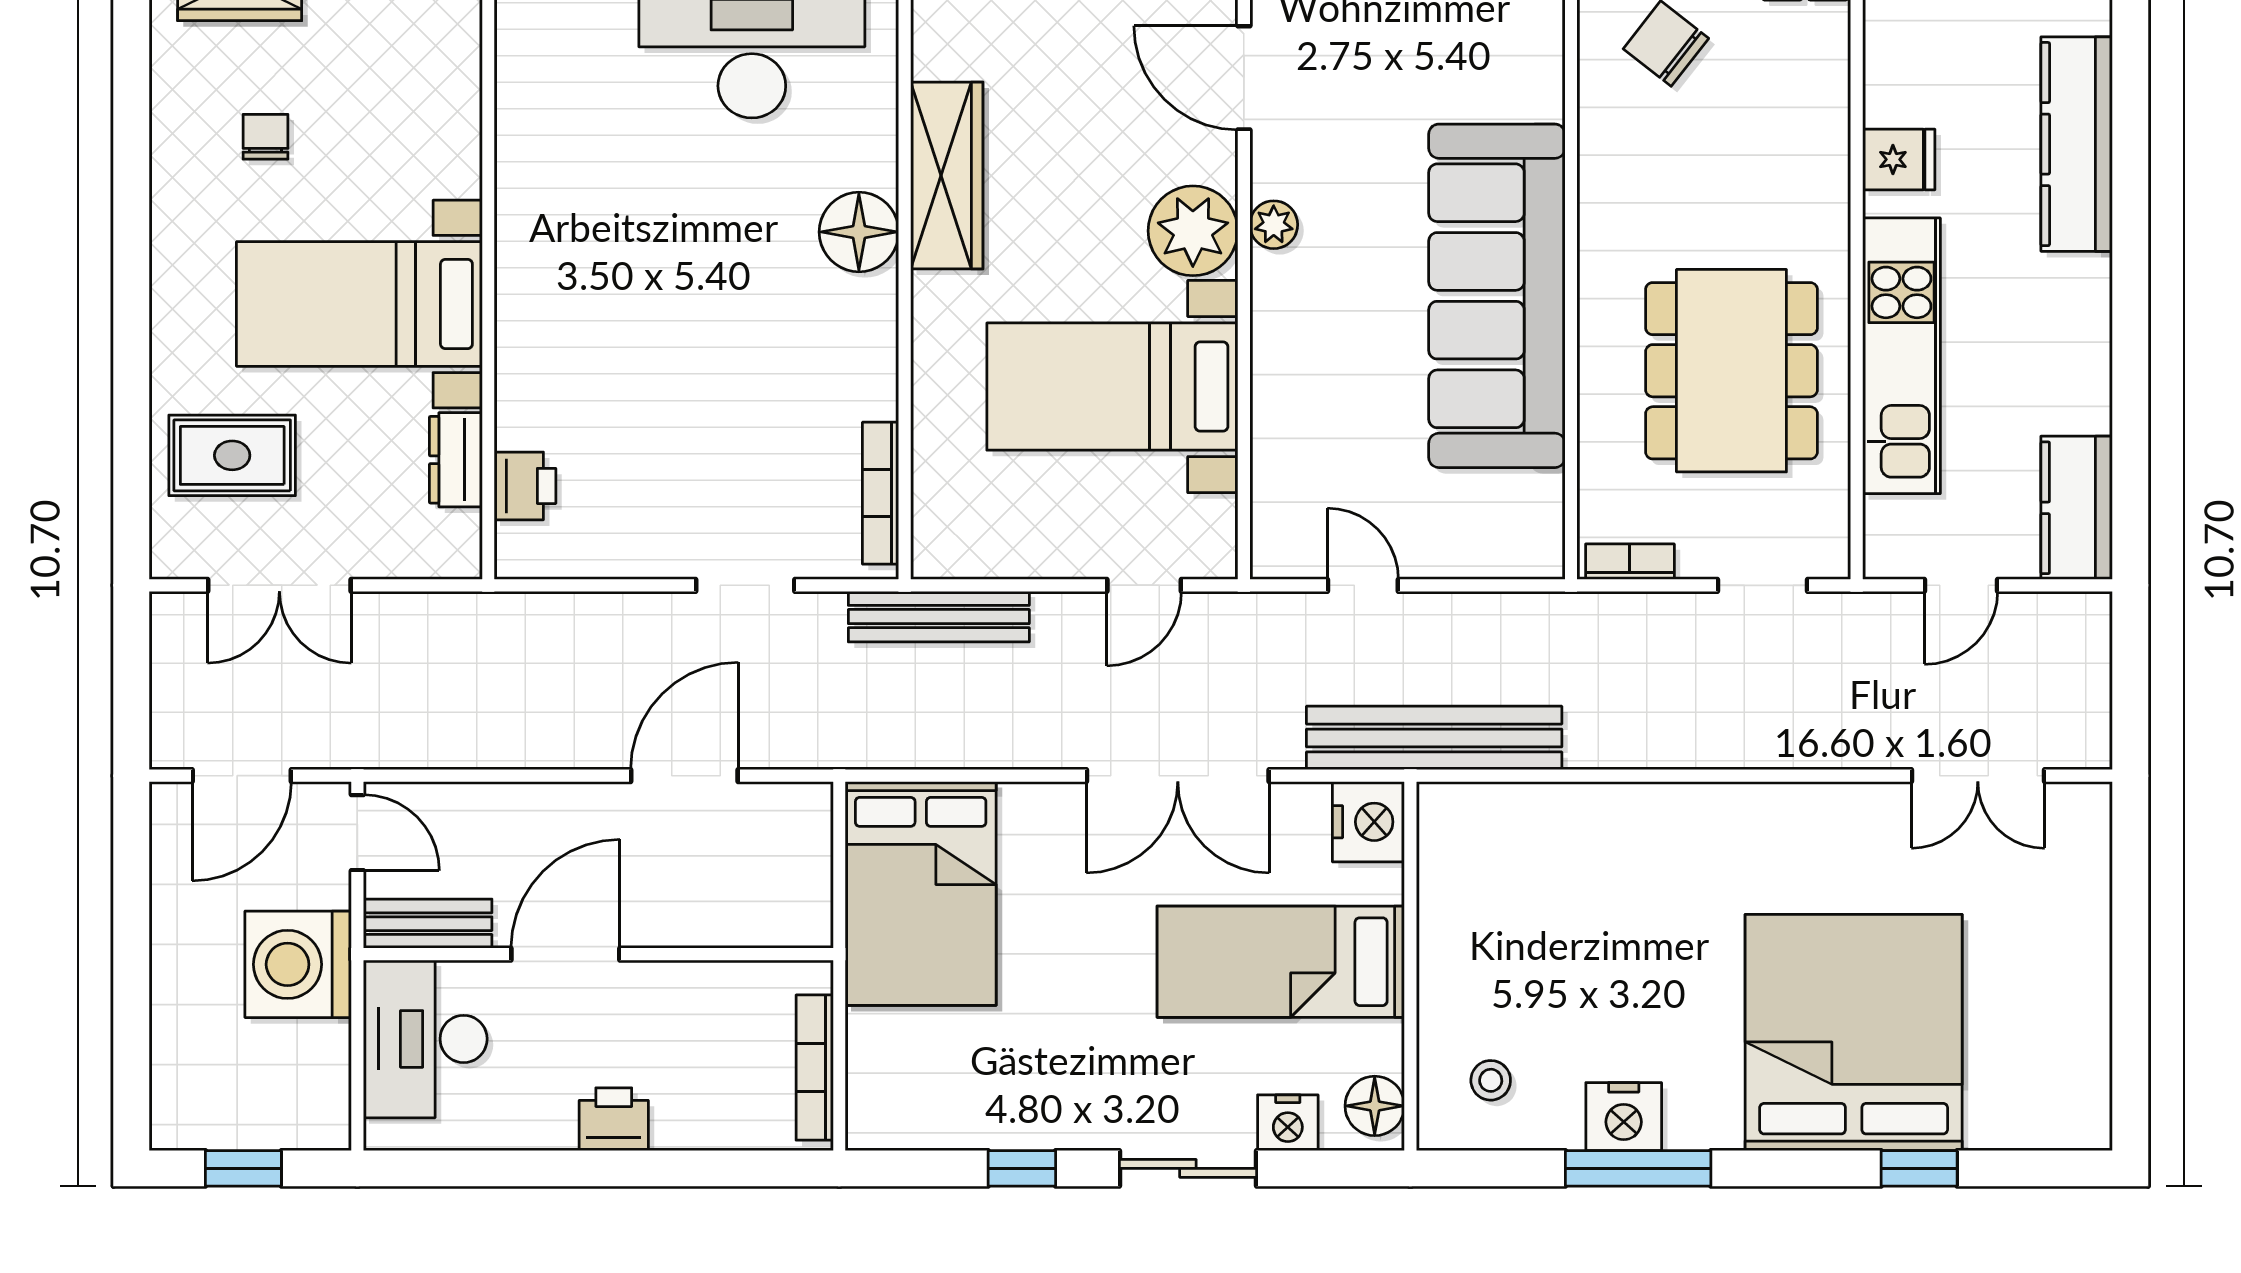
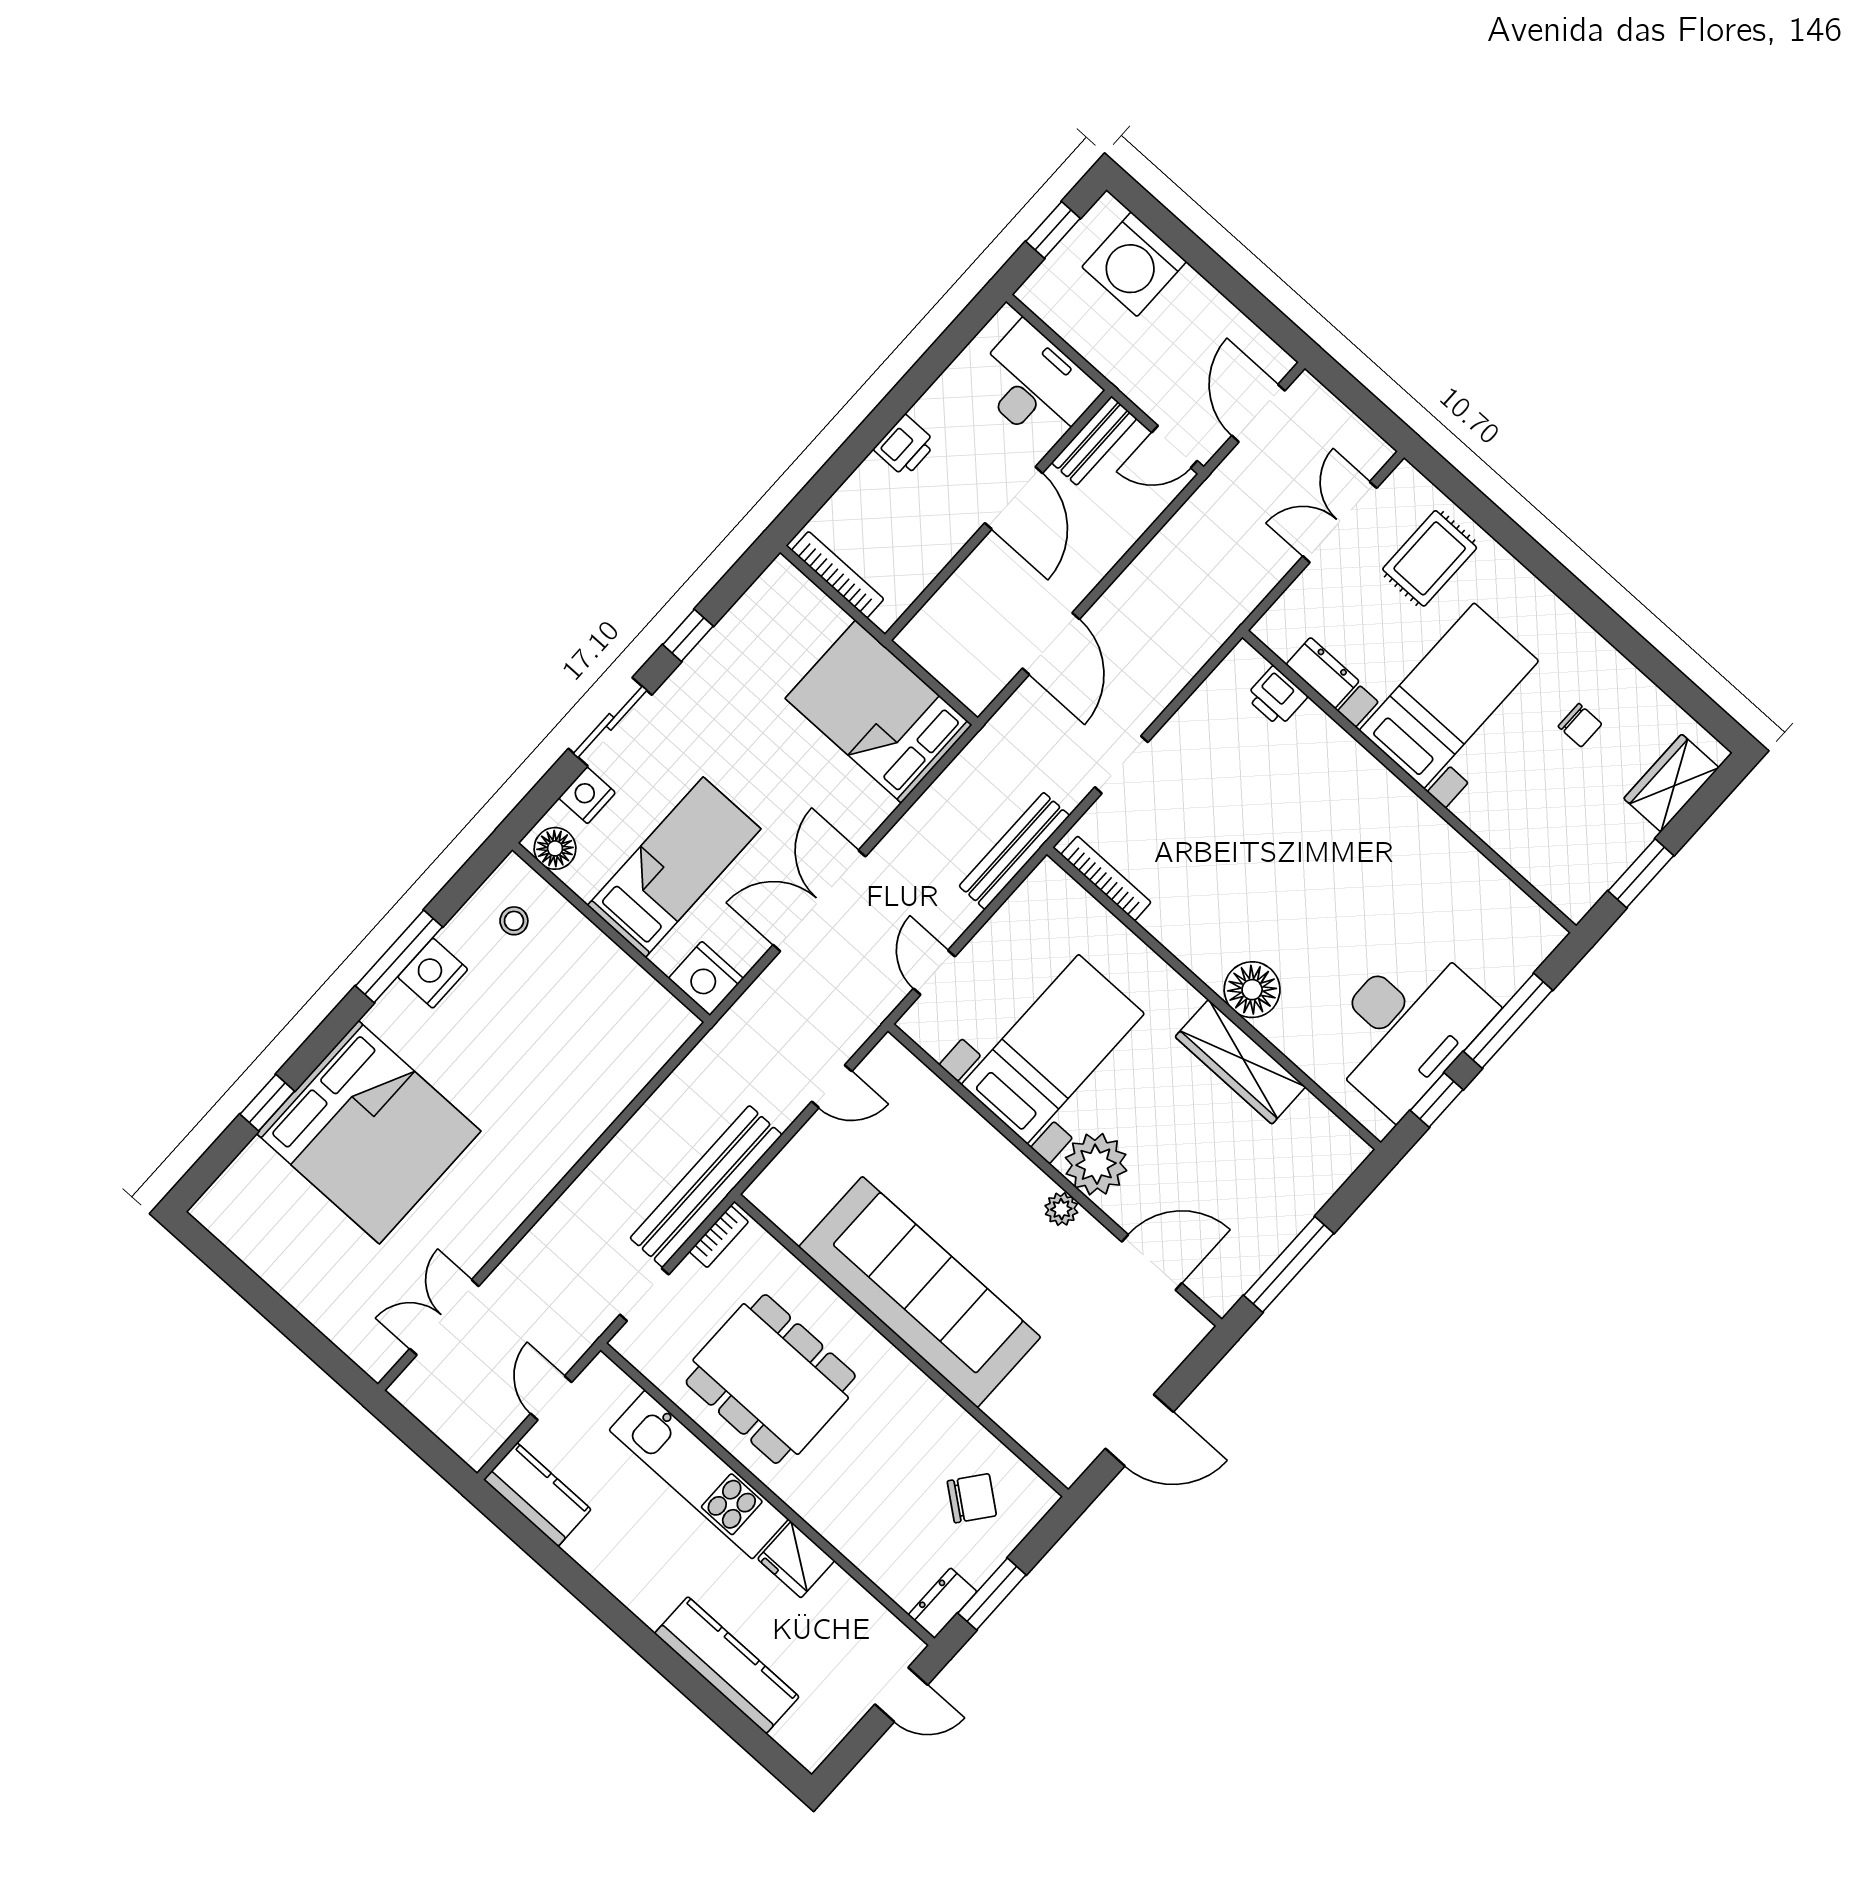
fridge: (1899, 159) -> (796, 1560), width x1.38
bench: (1434, 738) -> (706, 1186), moved
washing machine: (298, 964) -> (1134, 264), moved, turned 180

